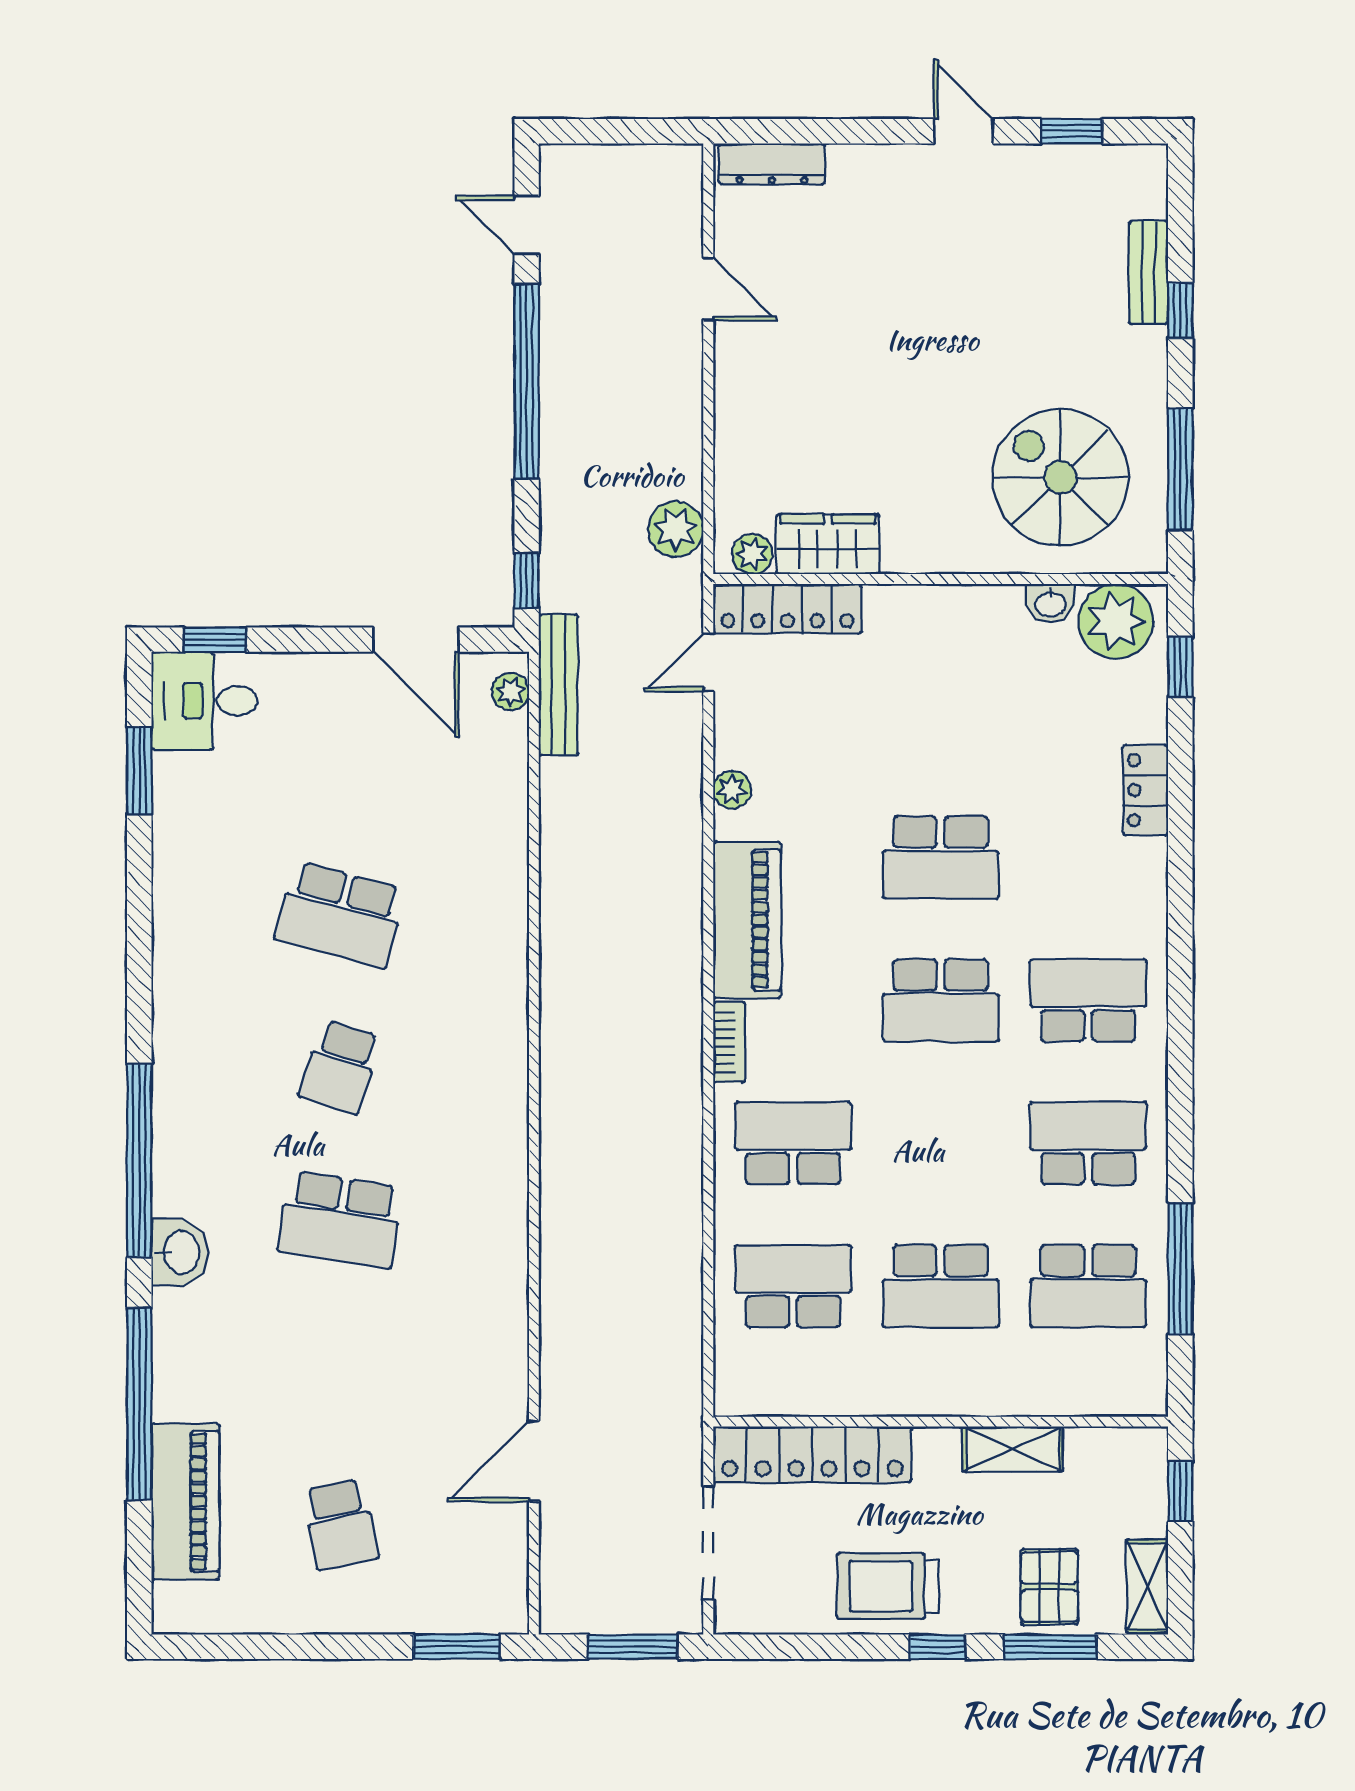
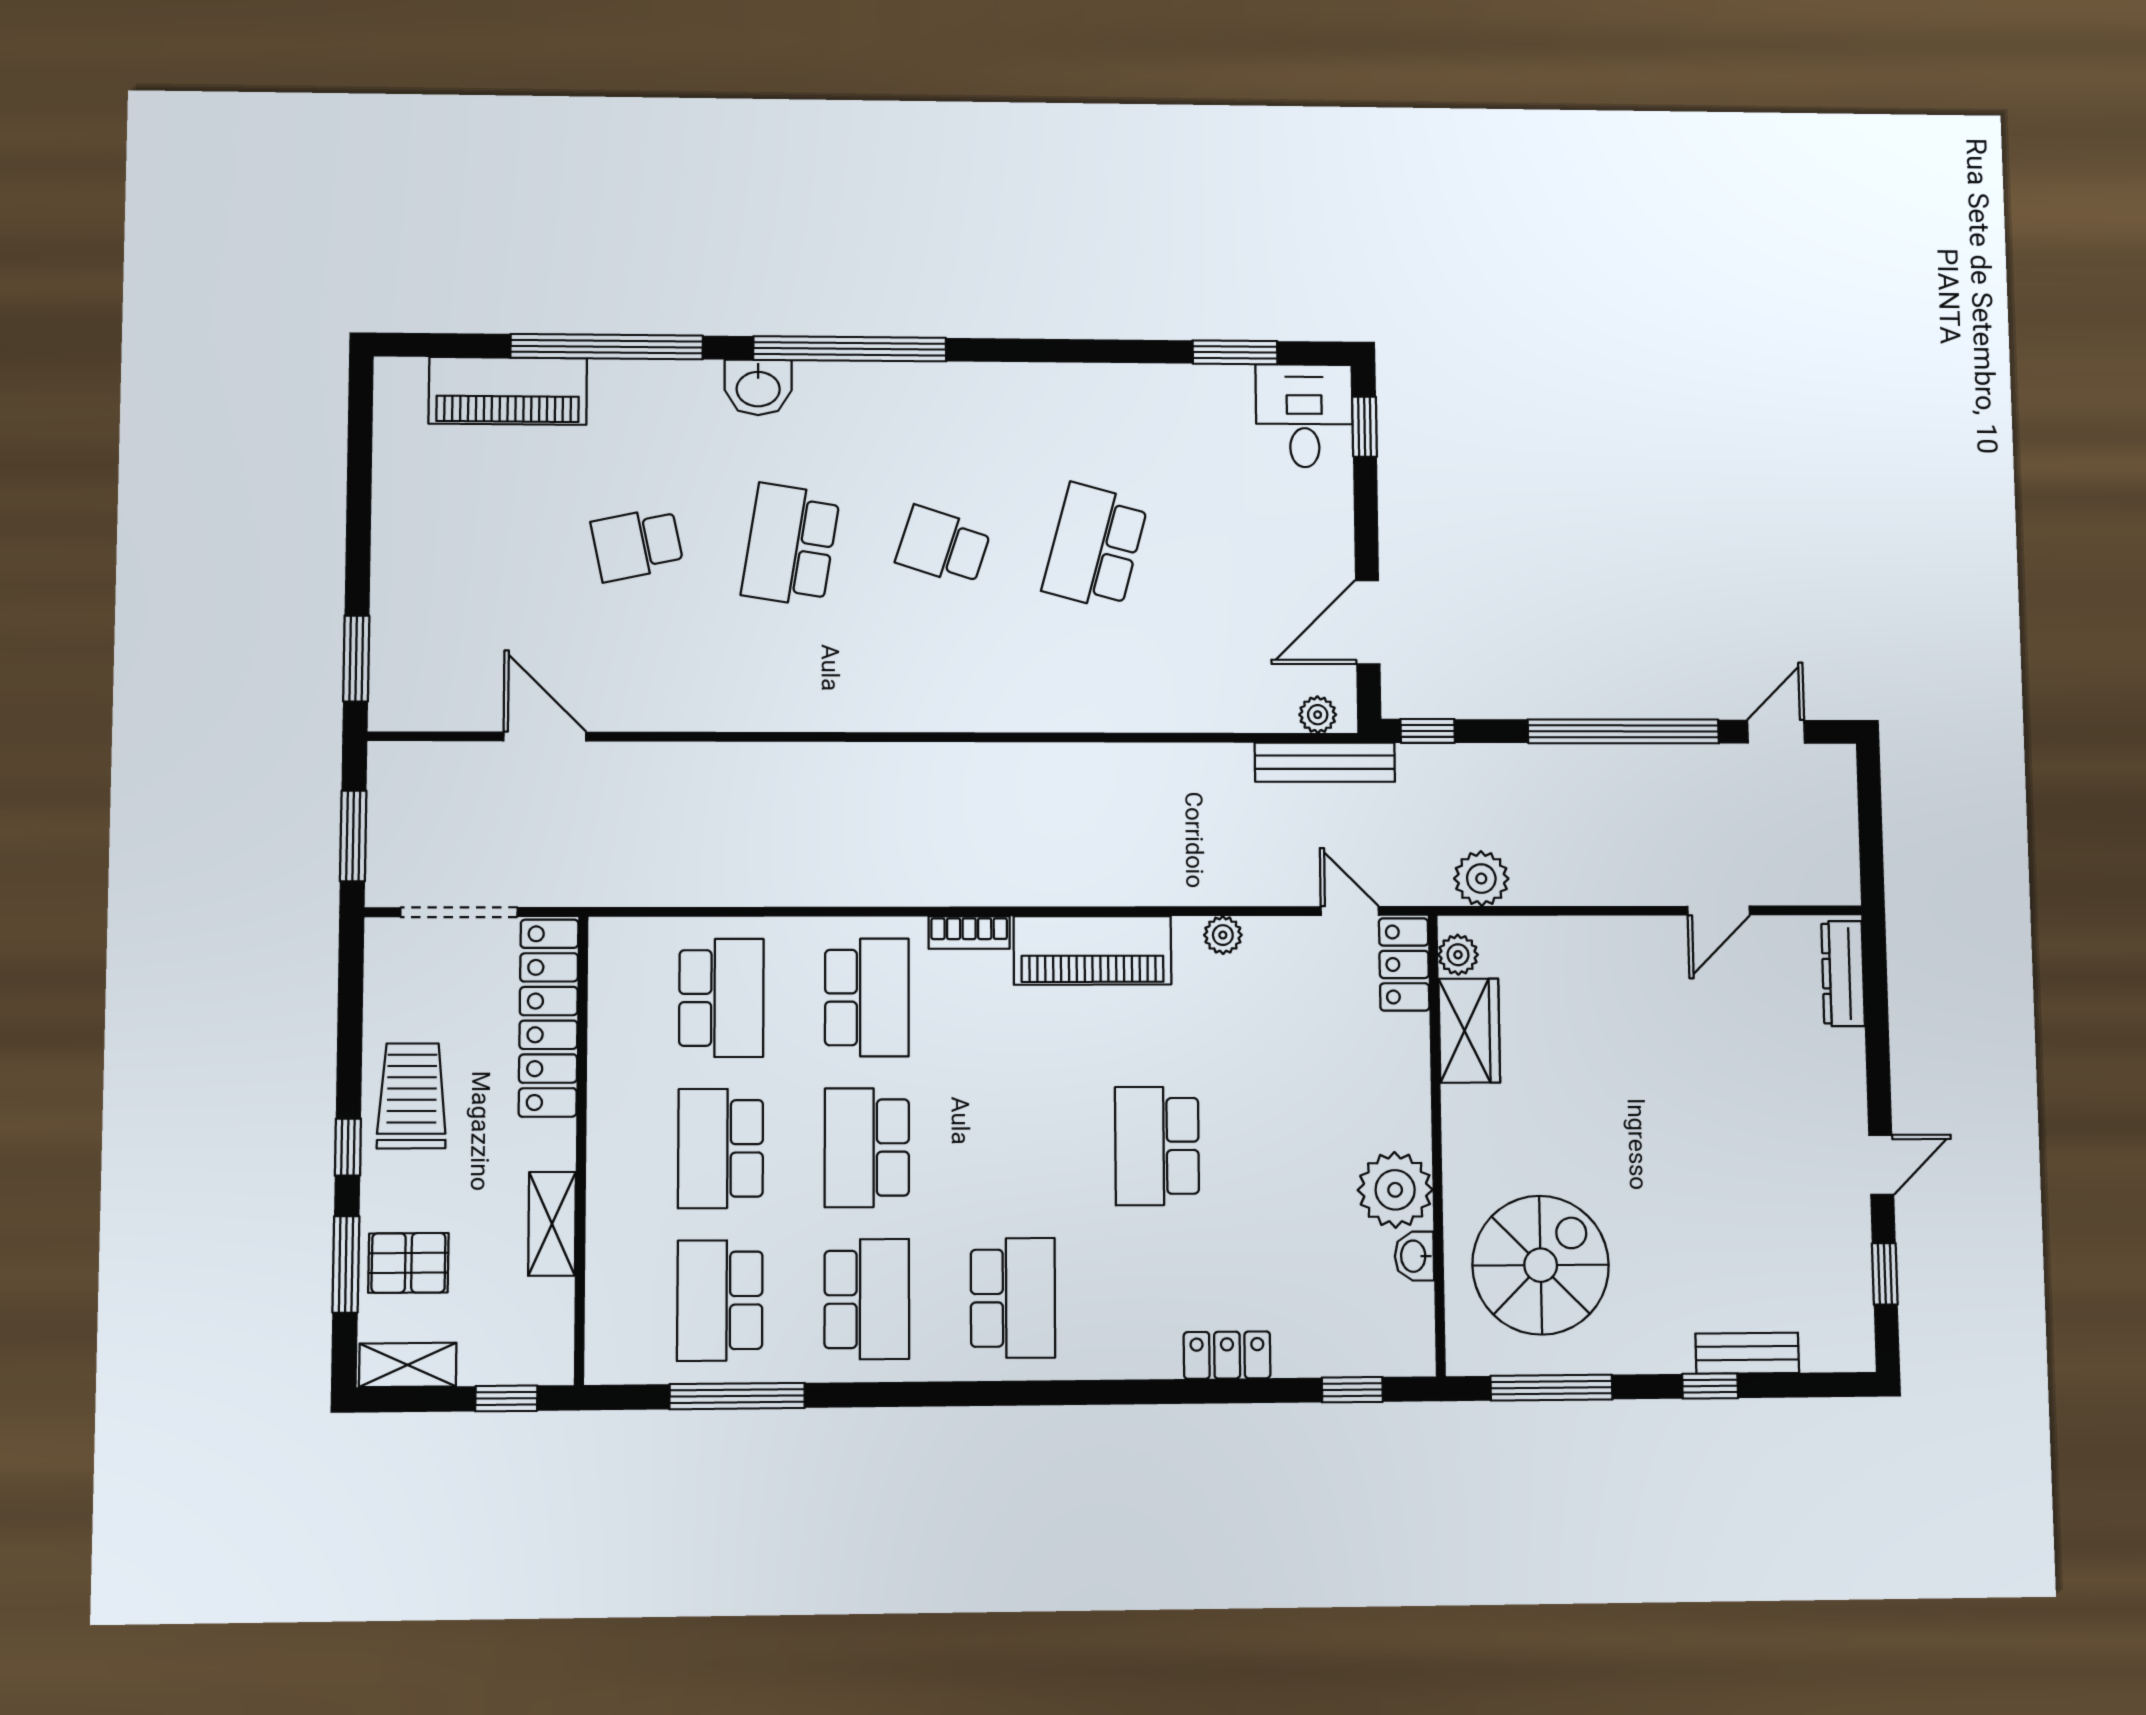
locker: (787, 609) -> (1404, 964), width x0.66
plant: (1116, 621) -> (1395, 1190), moved
school desk: (941, 1000) -> (867, 1148), moved
school desk: (340, 1524) -> (637, 544), moved

